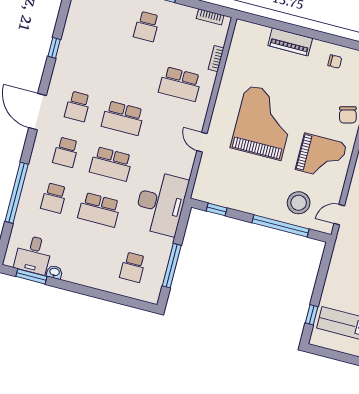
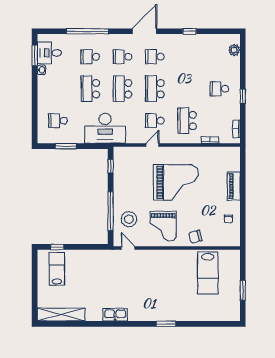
school desk: (168, 130) -> (155, 121), added
window: (172, 266) -> (66, 146), width x0.69

